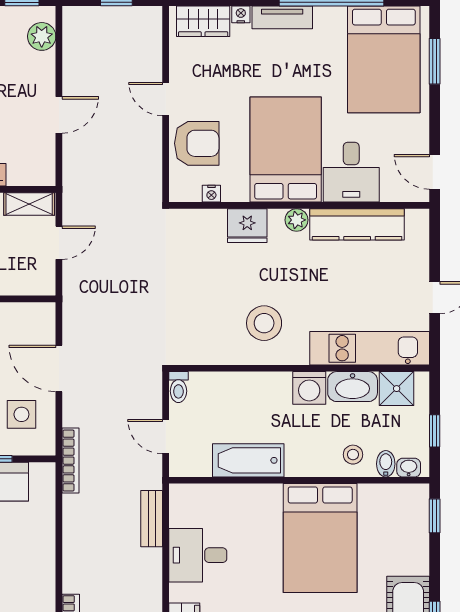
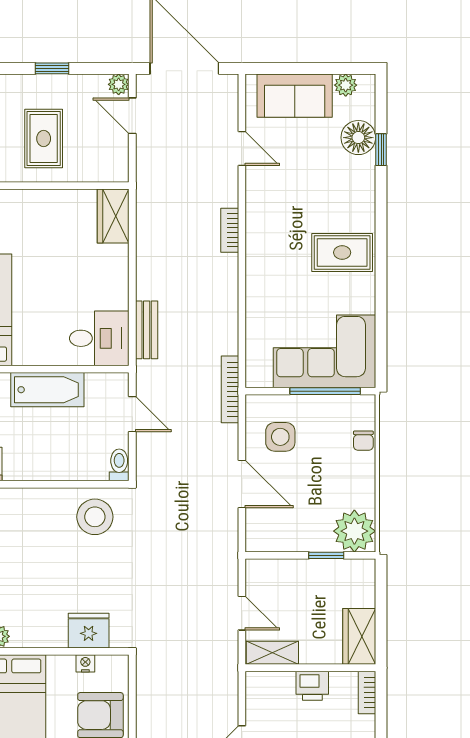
fridge: (247, 226) -> (89, 631), moved
door: (59, 243) -> (242, 613), swing flipped
stool: (264, 323) -> (95, 517), moved
desk: (198, 555) -> (99, 338), moved

